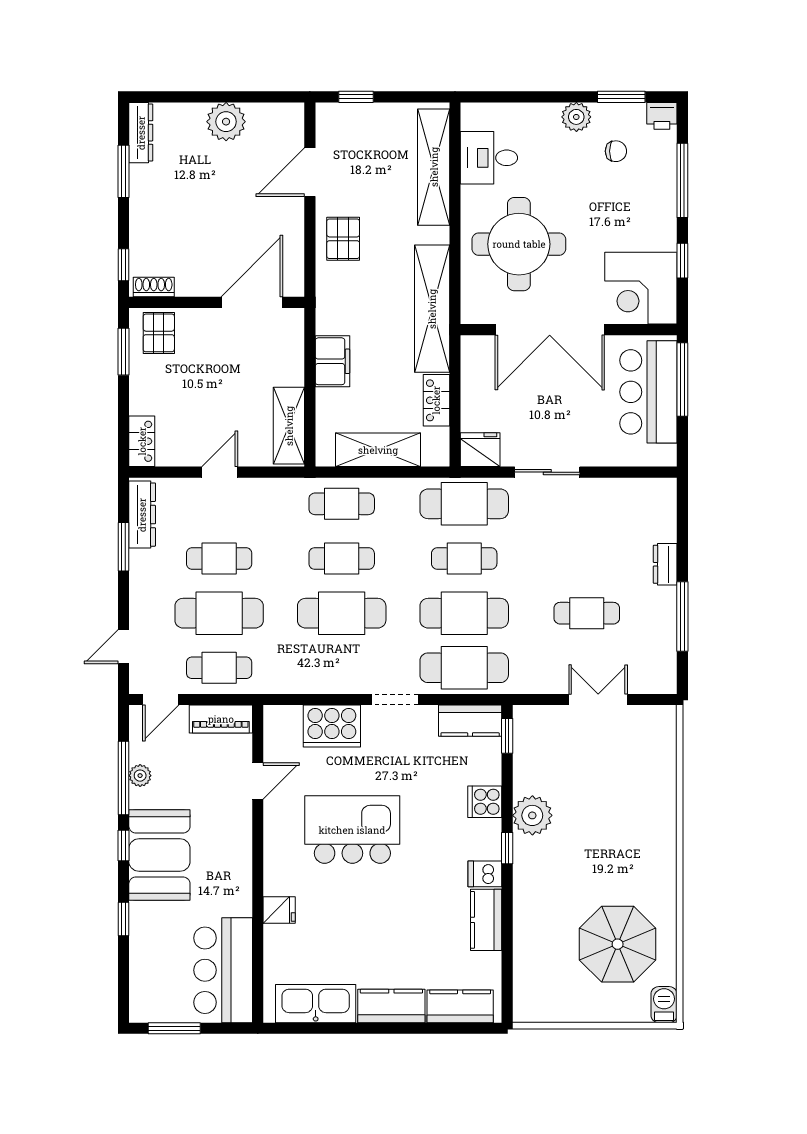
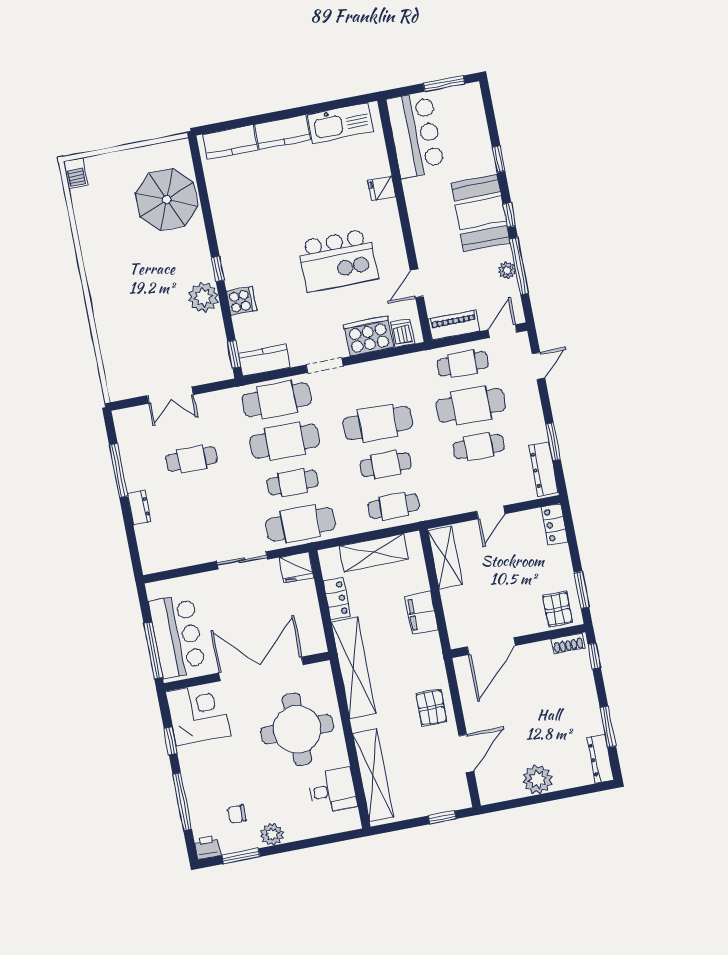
dishwasher: (485, 874) -> (402, 333), moved, turned -90
kitchen counter: (486, 920) -> (223, 211), removed
parasol: (618, 944) -> (167, 199), moved

